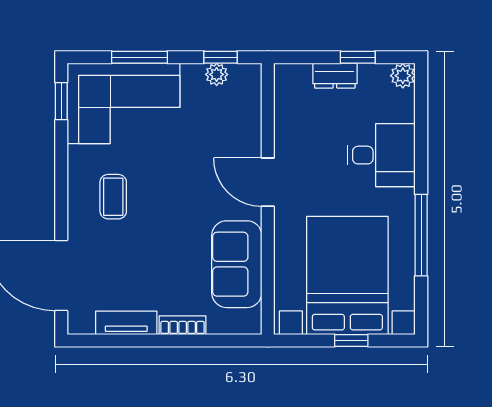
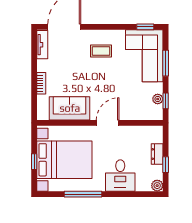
tv unit: (126, 323) -> (42, 45), moved

